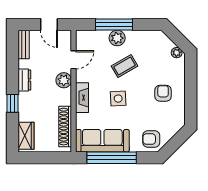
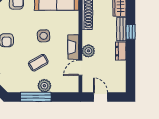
window: (114, 24) -> (36, 97), moved
bench: (24, 44) -> (121, 29), moved
fireplace: (82, 98) -> (73, 47), moved

